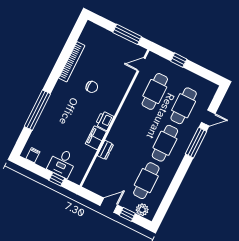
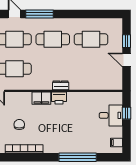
chair: (92, 87) -> (19, 125), moved
filing cabinet: (96, 138) -> (41, 98), moved
dresser: (105, 150) -> (61, 85), moved
plant: (142, 210) -> (117, 31), removed

